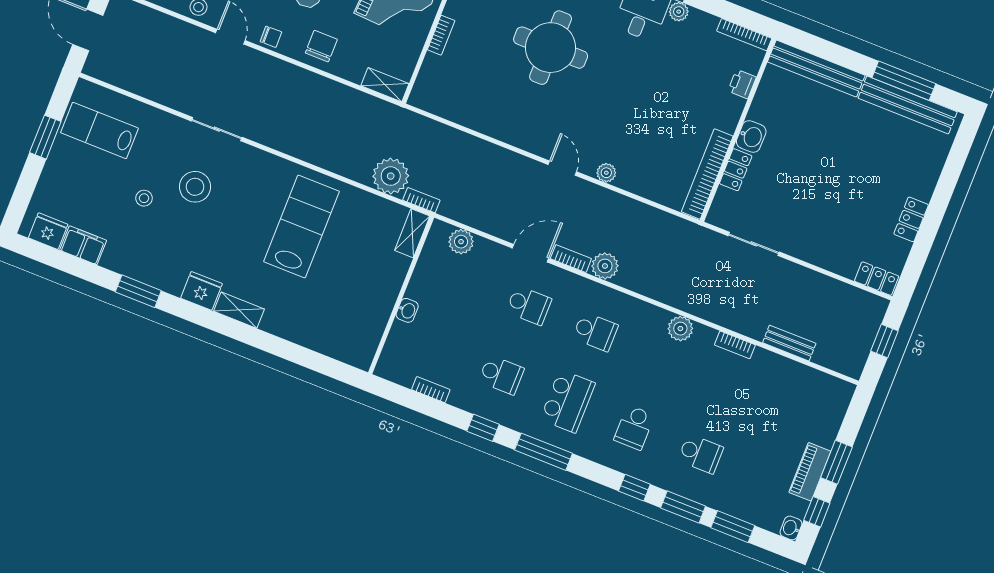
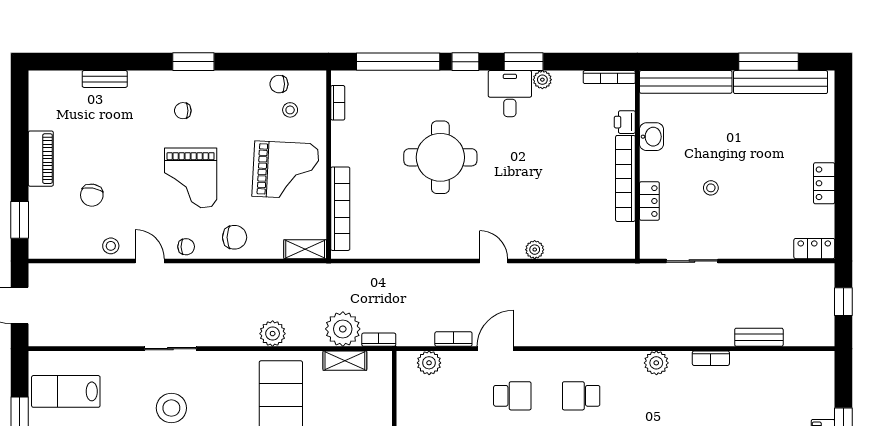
bookcase: (441, 35) -> (340, 209), width x2.31, depth x1.31
chair: (321, 46) -> (235, 237), turned 90
washbasin: (751, 136) -> (652, 137), moved
bookcase: (707, 174) -> (625, 178), moved
stool: (800, 180) -> (711, 188), added
shelving: (412, 233) -> (345, 361), moved, turned 90
bookcase: (571, 259) -> (453, 339), moved
plant: (605, 266) -> (273, 334), moved
school desk: (595, 332) -> (581, 396), turned 180

